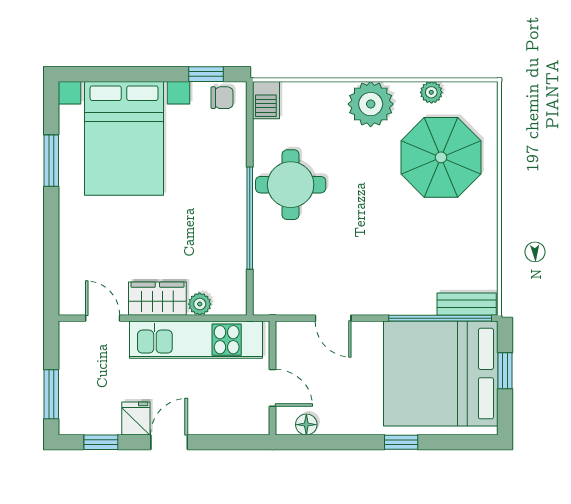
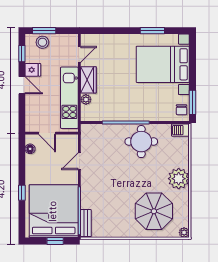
window: (206, 74) -> (192, 102), width x1.50
plant: (431, 92) -> (184, 233), moved
door: (273, 388) -> (47, 133), hinge flipped
stool: (76, 398) -> (42, 42), added

